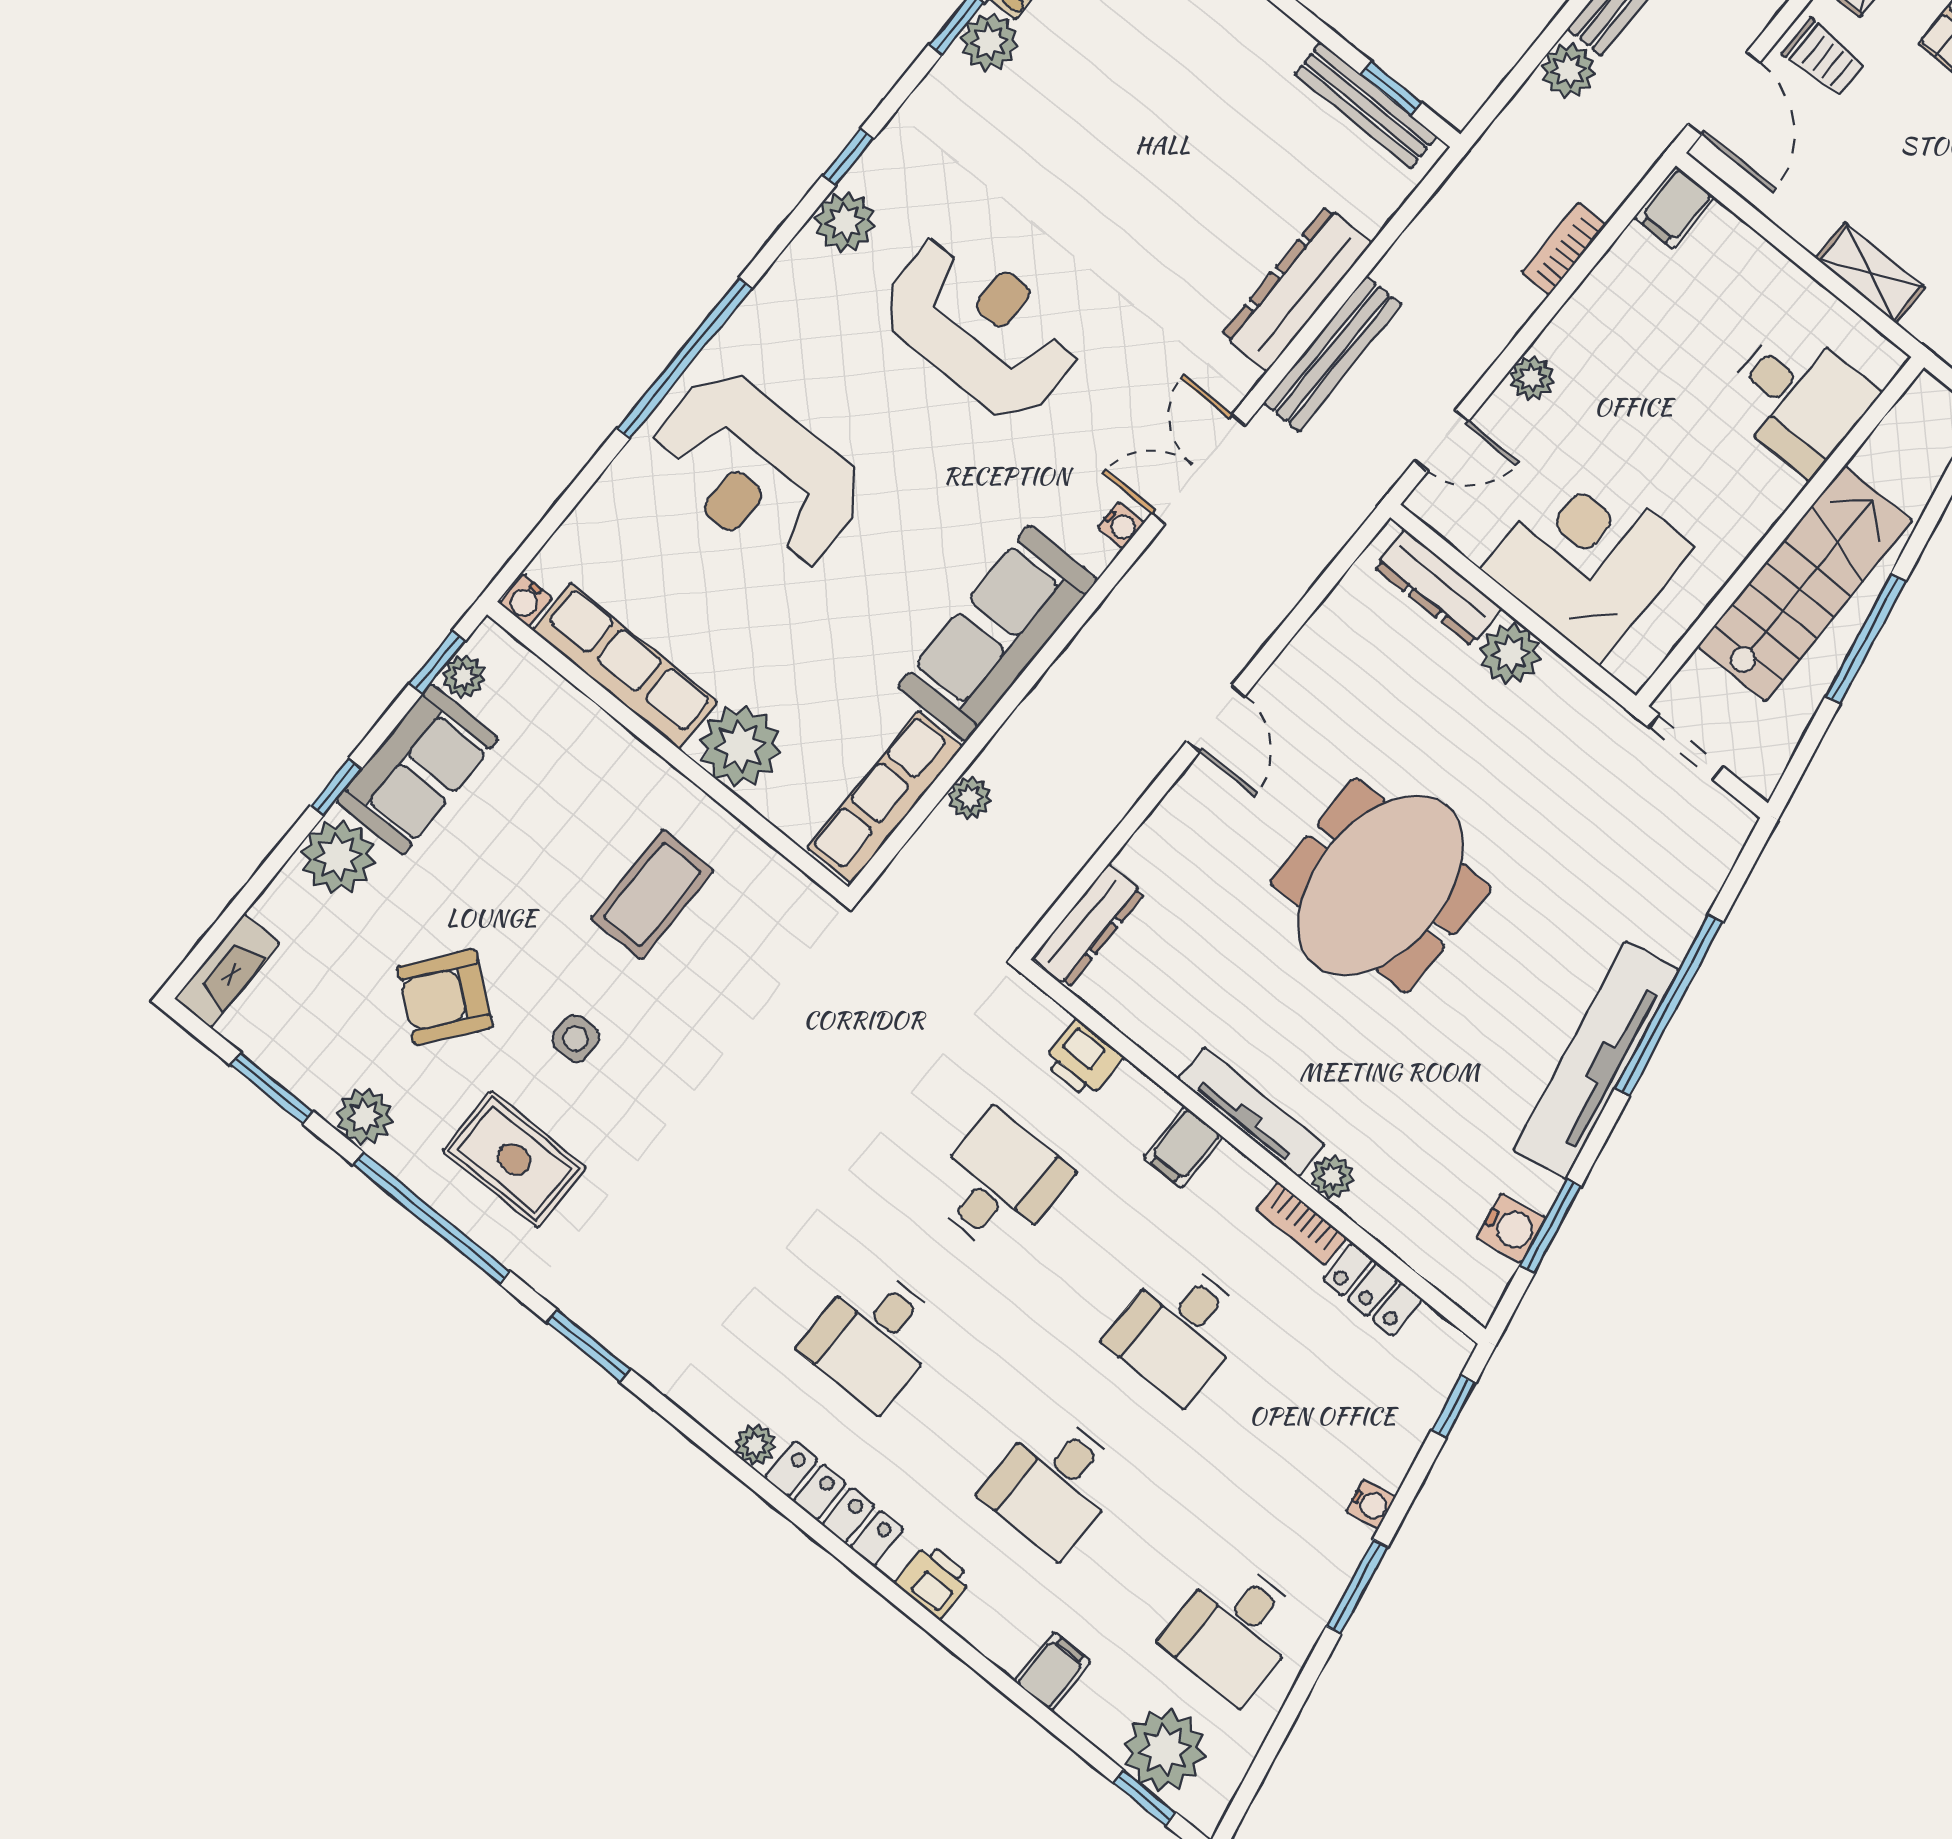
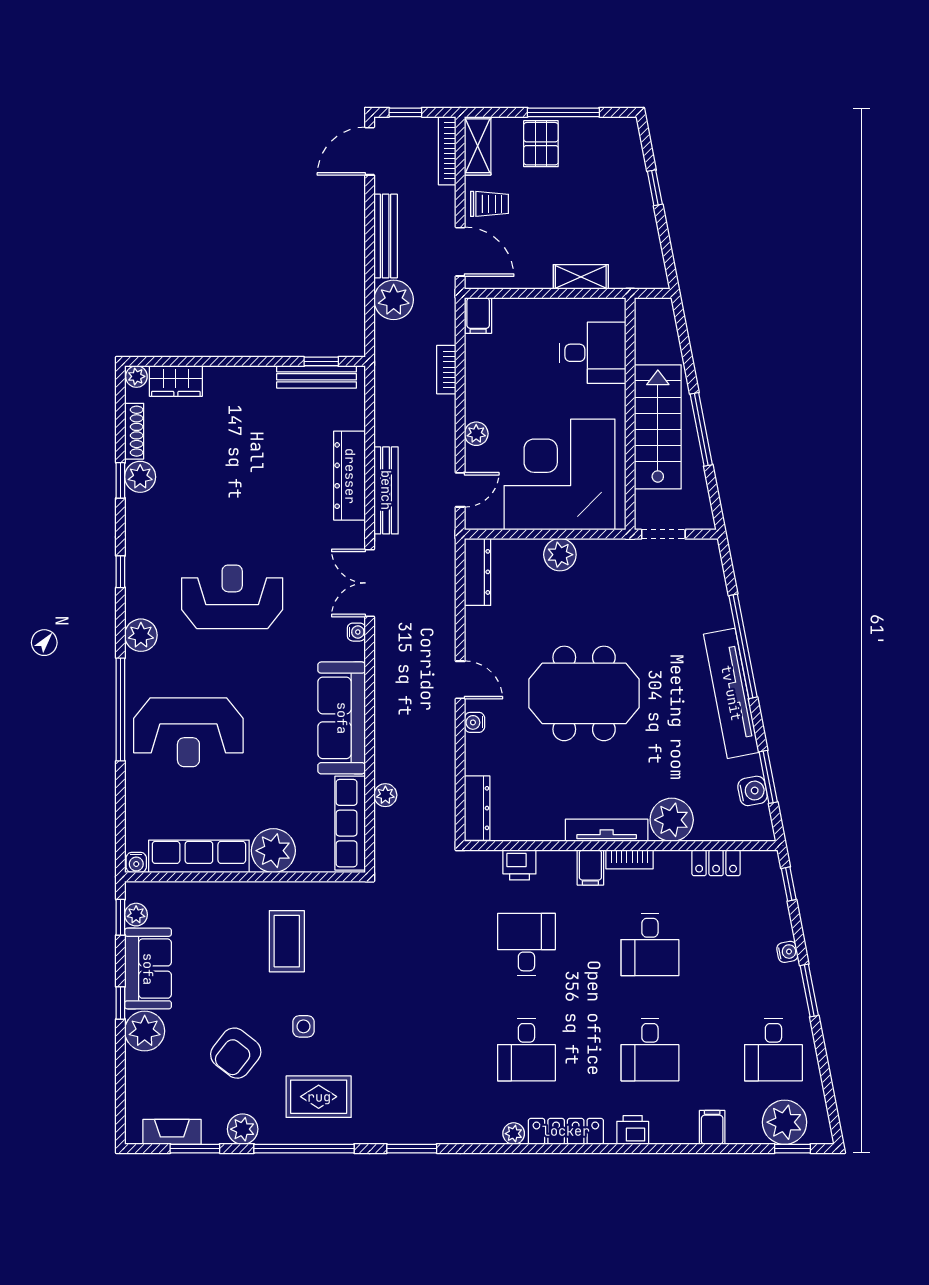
plant: (1568, 70) -> (394, 300), width x1.36, depth x1.36
plant: (845, 222) -> (141, 635), moved
corner desk: (1587, 558) -> (560, 475), width x1.36, depth x1.36
dresser: (1438, 588) -> (478, 572), moved, turned -90
water cooler: (1186, 798) -> (475, 722), added
meeting table: (1381, 885) -> (584, 693), turned 90
fireplace: (227, 971) -> (172, 1132), moved, turned -90
plant: (1332, 1177) -> (672, 820), width x1.87, depth x1.87
bookcase: (1301, 1223) -> (629, 859), moved

